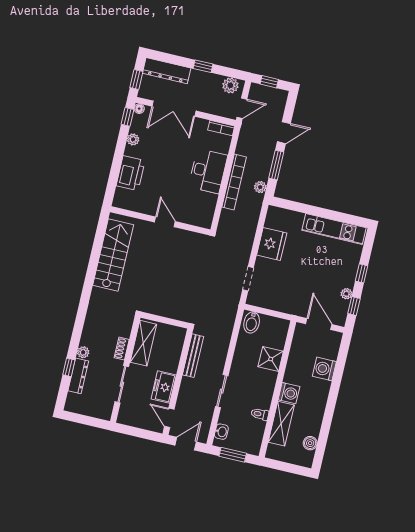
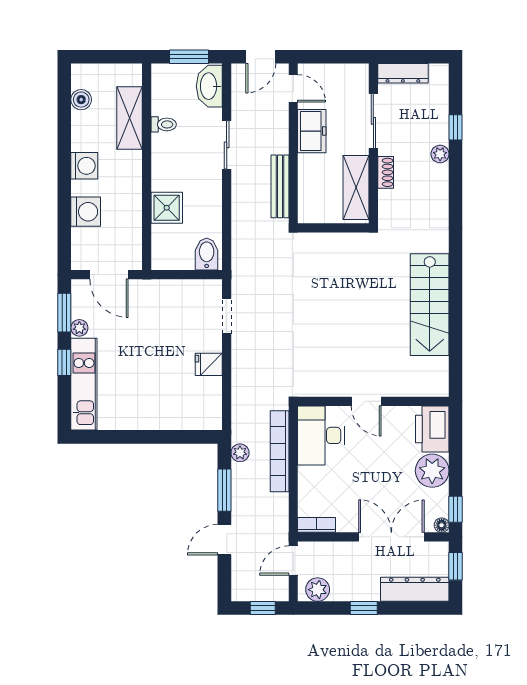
plant: (133, 139) -> (432, 471), width x1.87, depth x1.87
desk: (208, 171) -> (321, 435), moved
wall: (160, 221) -> (373, 401), moved
door: (165, 222) -> (366, 401), moved
kitchen unit: (334, 229) -> (84, 384), moved, turned 90
fridge: (272, 244) -> (209, 364), width x0.53, depth x0.75
window: (354, 306) -> (64, 313), width x1.50
dresser: (78, 376) -> (403, 73), moved, turned -90
washing machine: (289, 393) -> (84, 166), moved, turned 180
washbasin: (221, 432) -> (209, 86), width x1.91, depth x1.45

